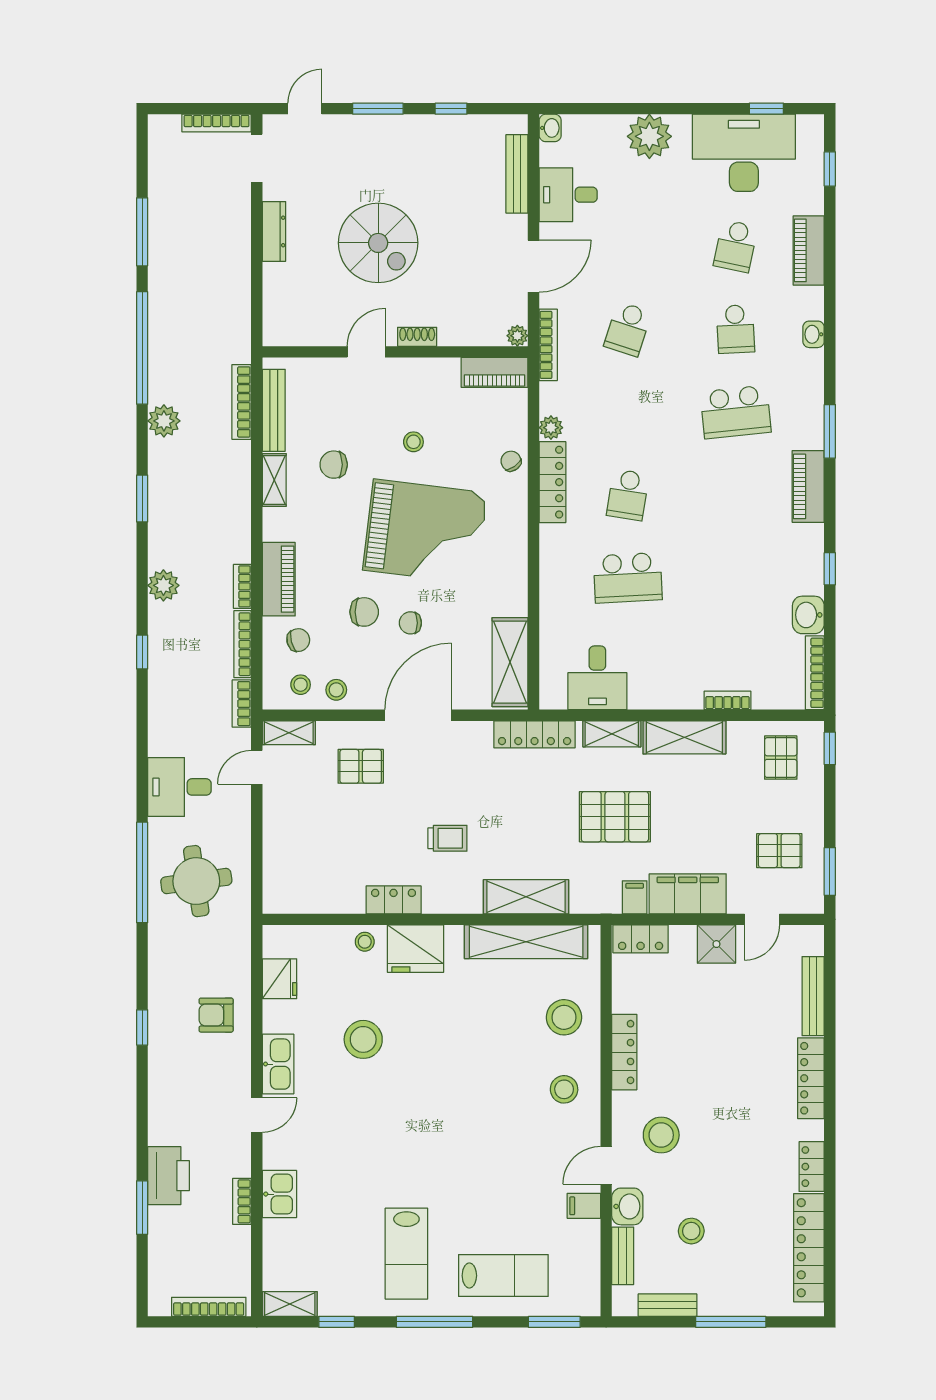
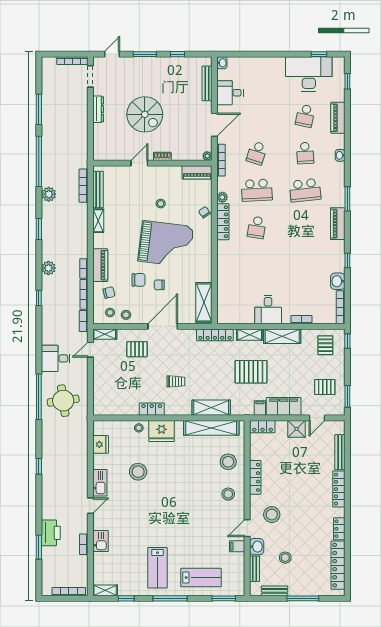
plant: (649, 136) -> (266, 67), removed
chair: (334, 465) -> (125, 214), removed
school desk: (628, 578) -> (257, 190), moved
desk: (597, 678) -> (268, 309), moved
armchair: (216, 1015) -> (72, 461), removed

